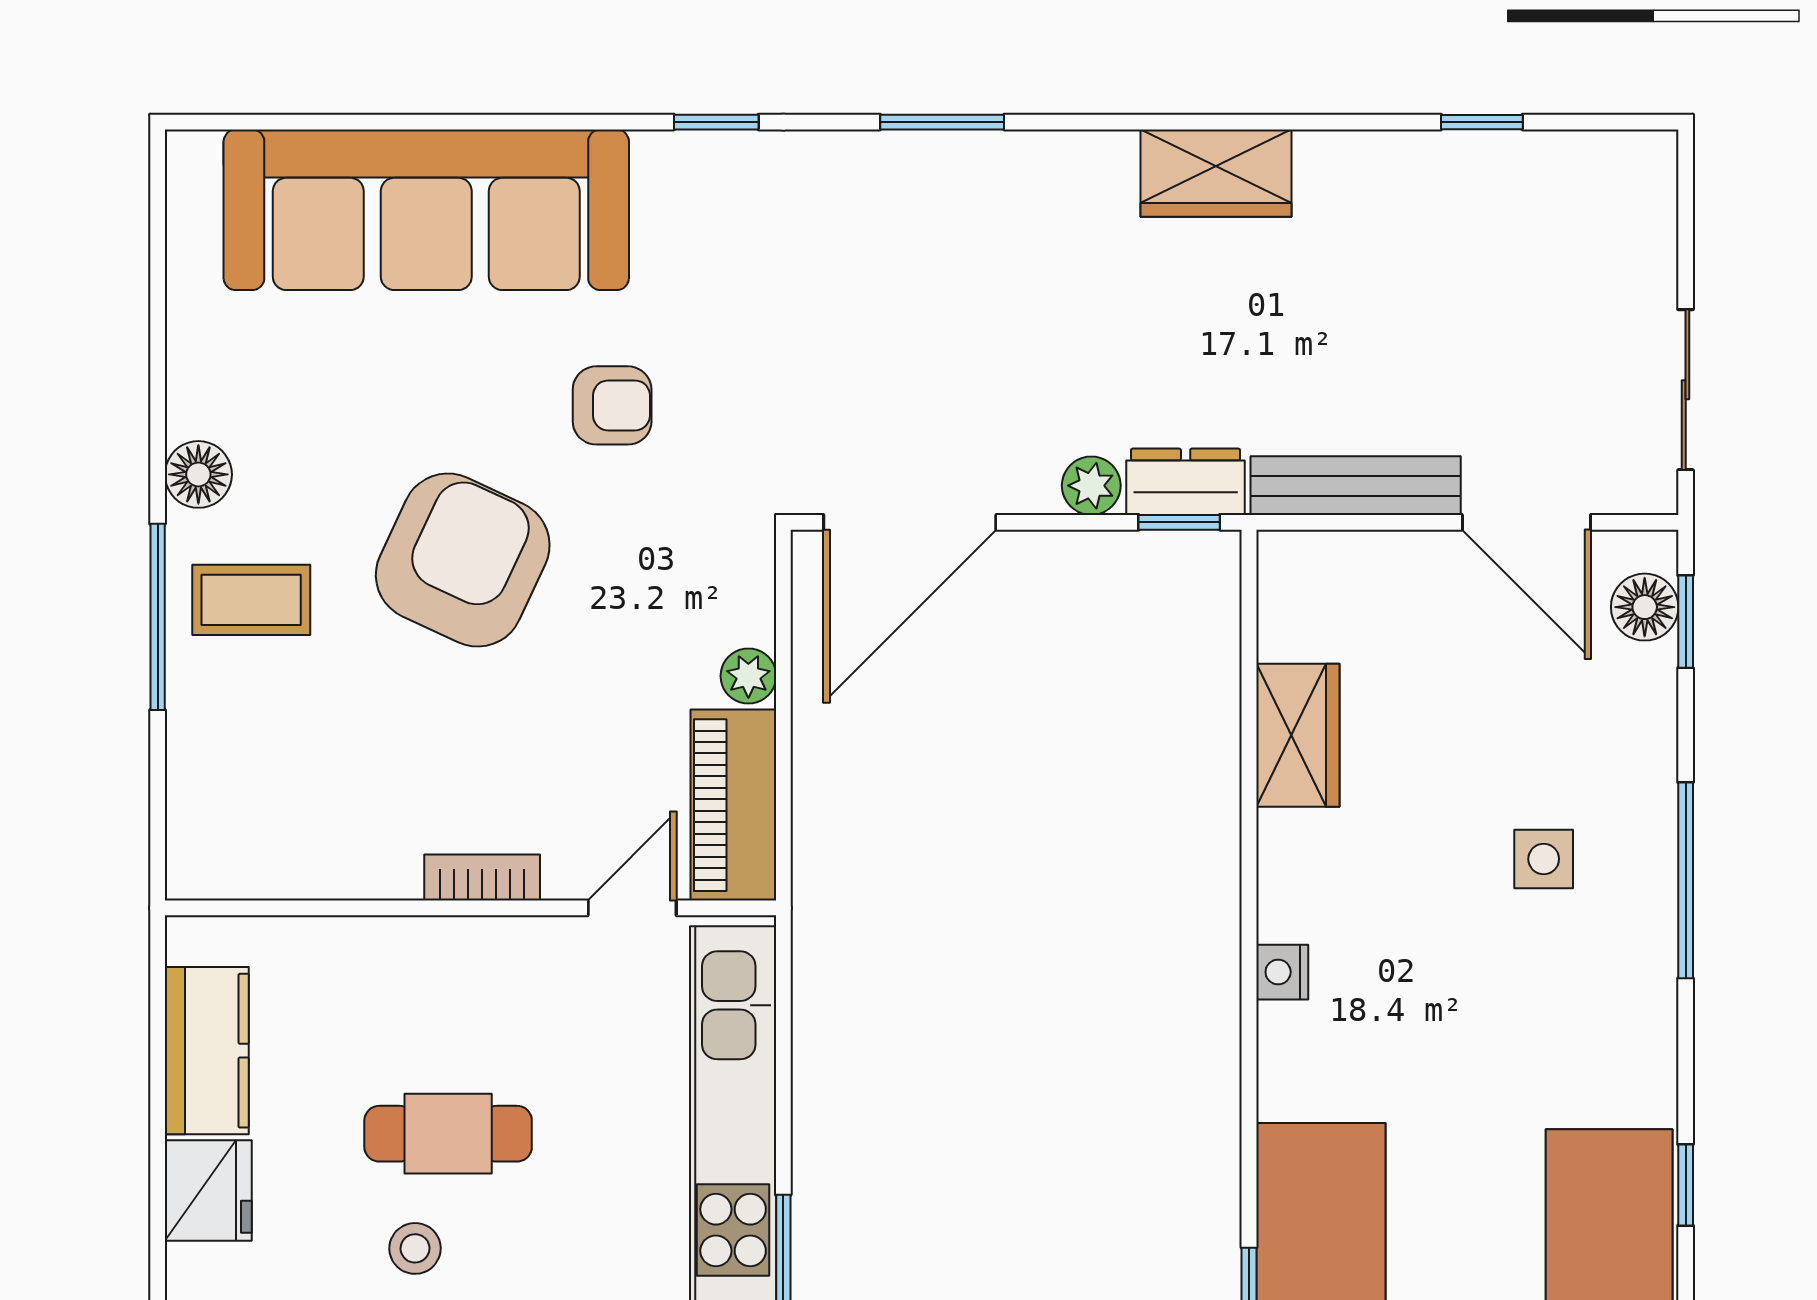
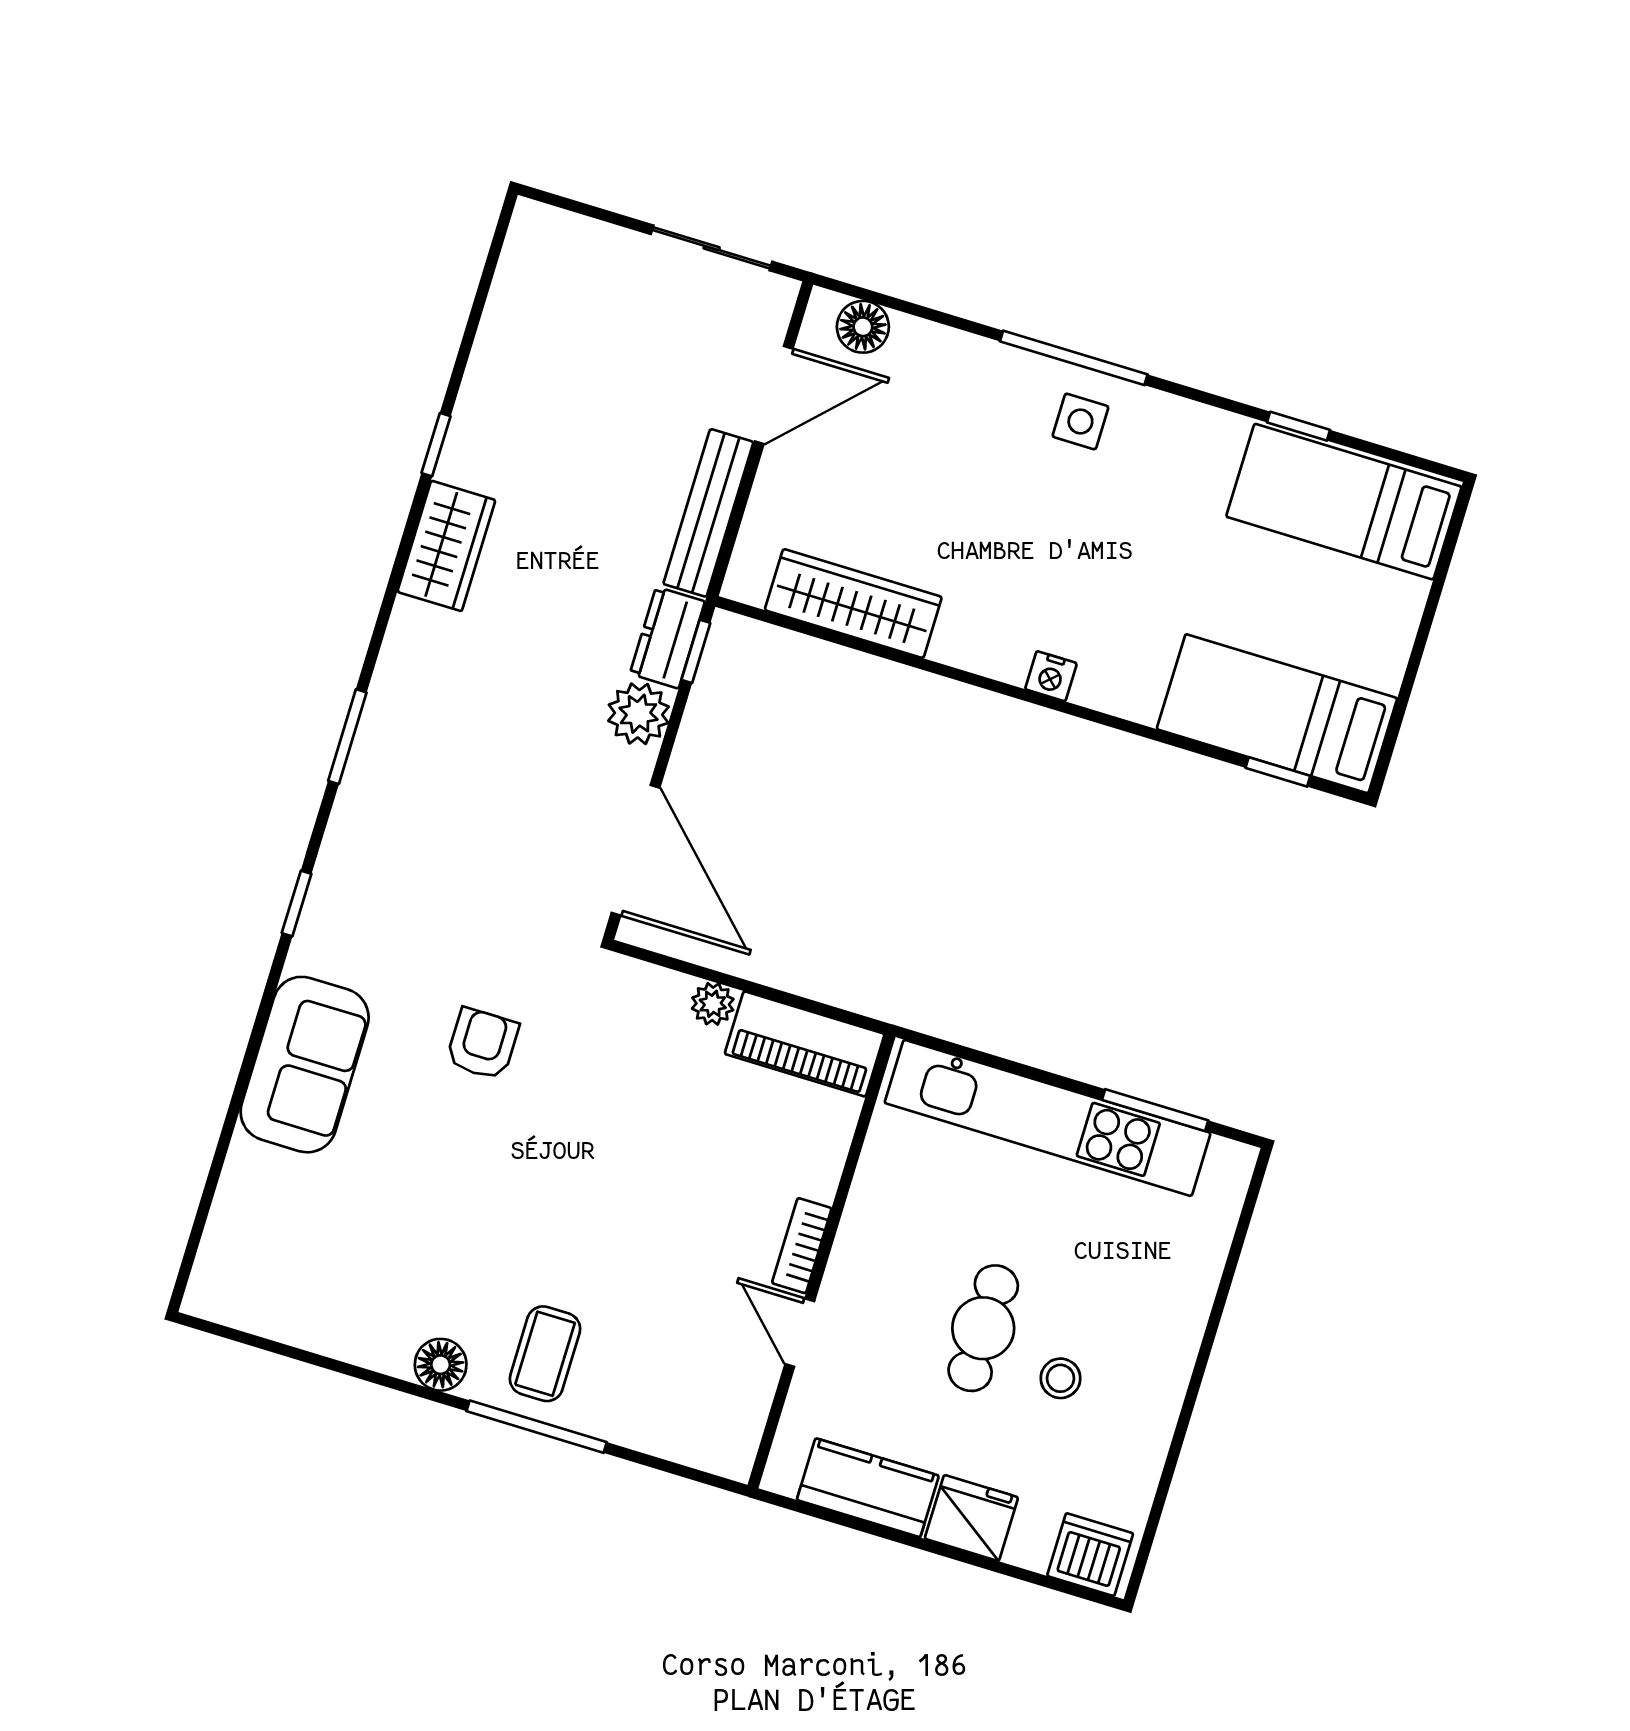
window: (1482, 122) -> (436, 445), moved
sofa: (426, 210) -> (305, 1065), width x0.54, depth x0.79
plant: (1091, 486) -> (639, 714), width x1.38, depth x1.38
armchair: (463, 560) -> (563, 1189), removed
window: (1686, 622) -> (883, 300), removed
wardrobe: (1298, 735) -> (853, 604), width x1.50
side table: (1544, 859) -> (1080, 422), moved
door: (632, 908) -> (800, 1333), moved

